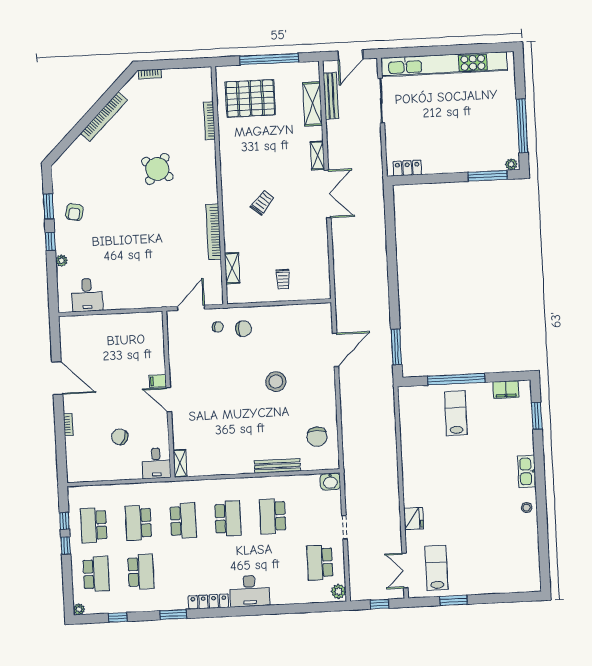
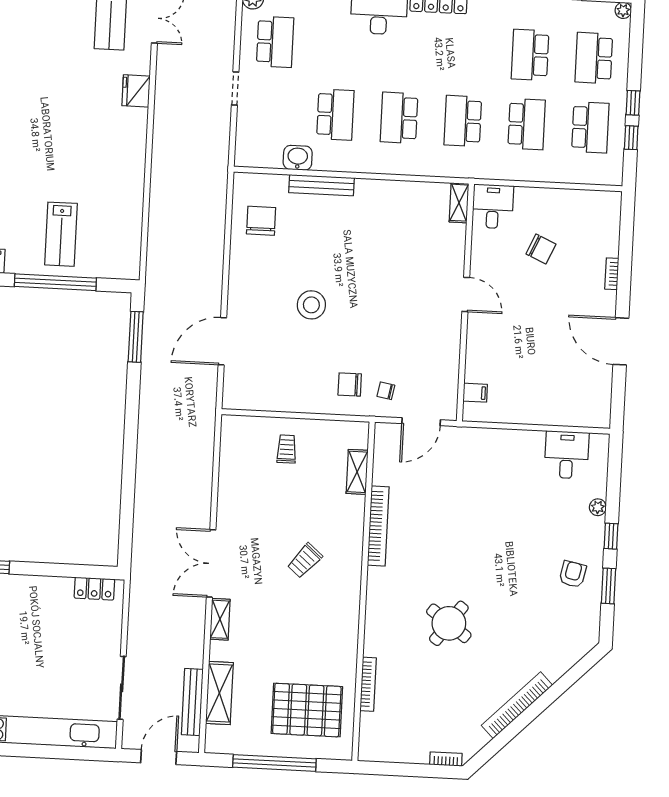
filing cabinet: (158, 381) -> (475, 393), moved
washbasin: (330, 482) -> (298, 158), moved

